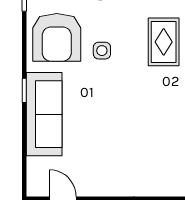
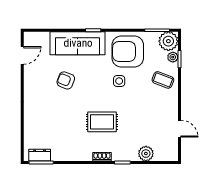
rug: (164, 42) -> (102, 122), moved
armchair: (101, 132) -> (66, 80), added

